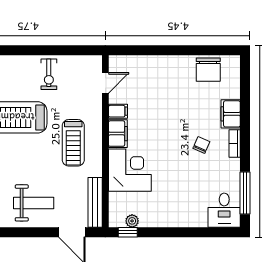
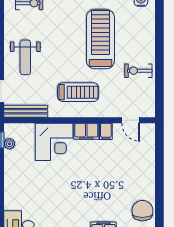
chair: (208, 70) -> (142, 211), turned 90
treadmill: (73, 143) -> (78, 92), turned 180
chair: (201, 145) -> (76, 205), removed

